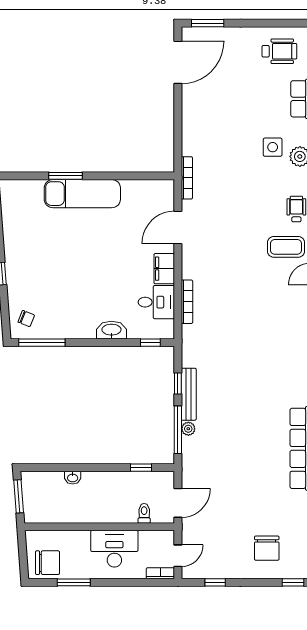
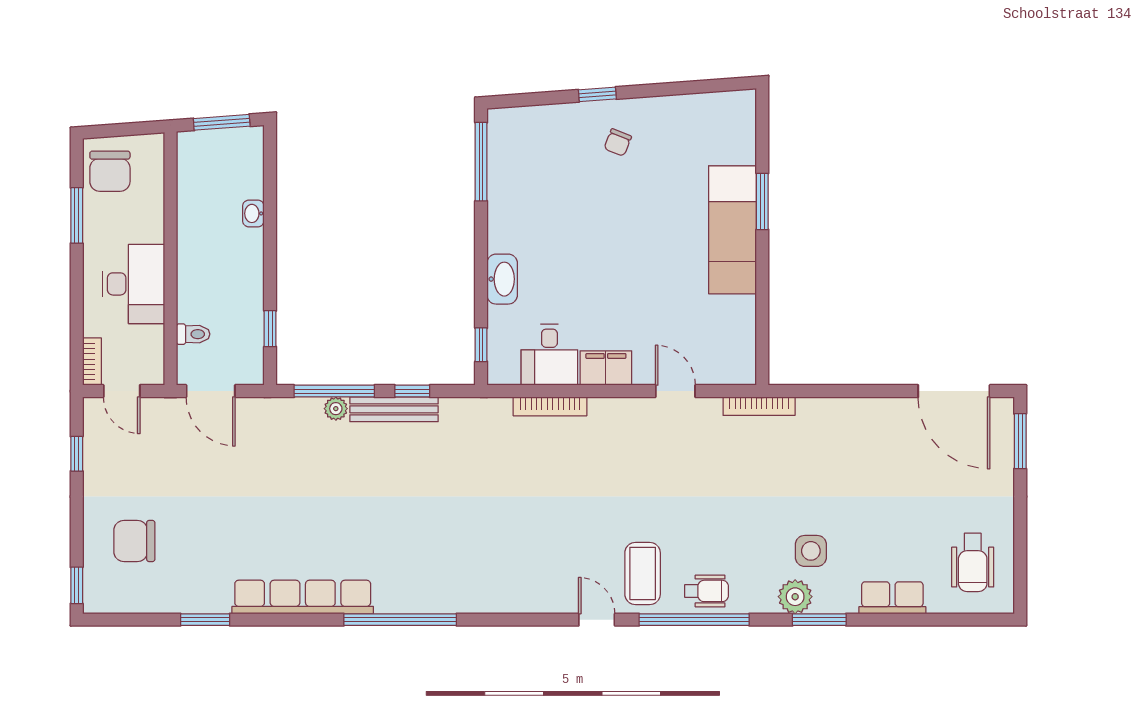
door: (178, 227) -> (675, 391), width x0.73
chair: (26, 319) -> (618, 142), moved

